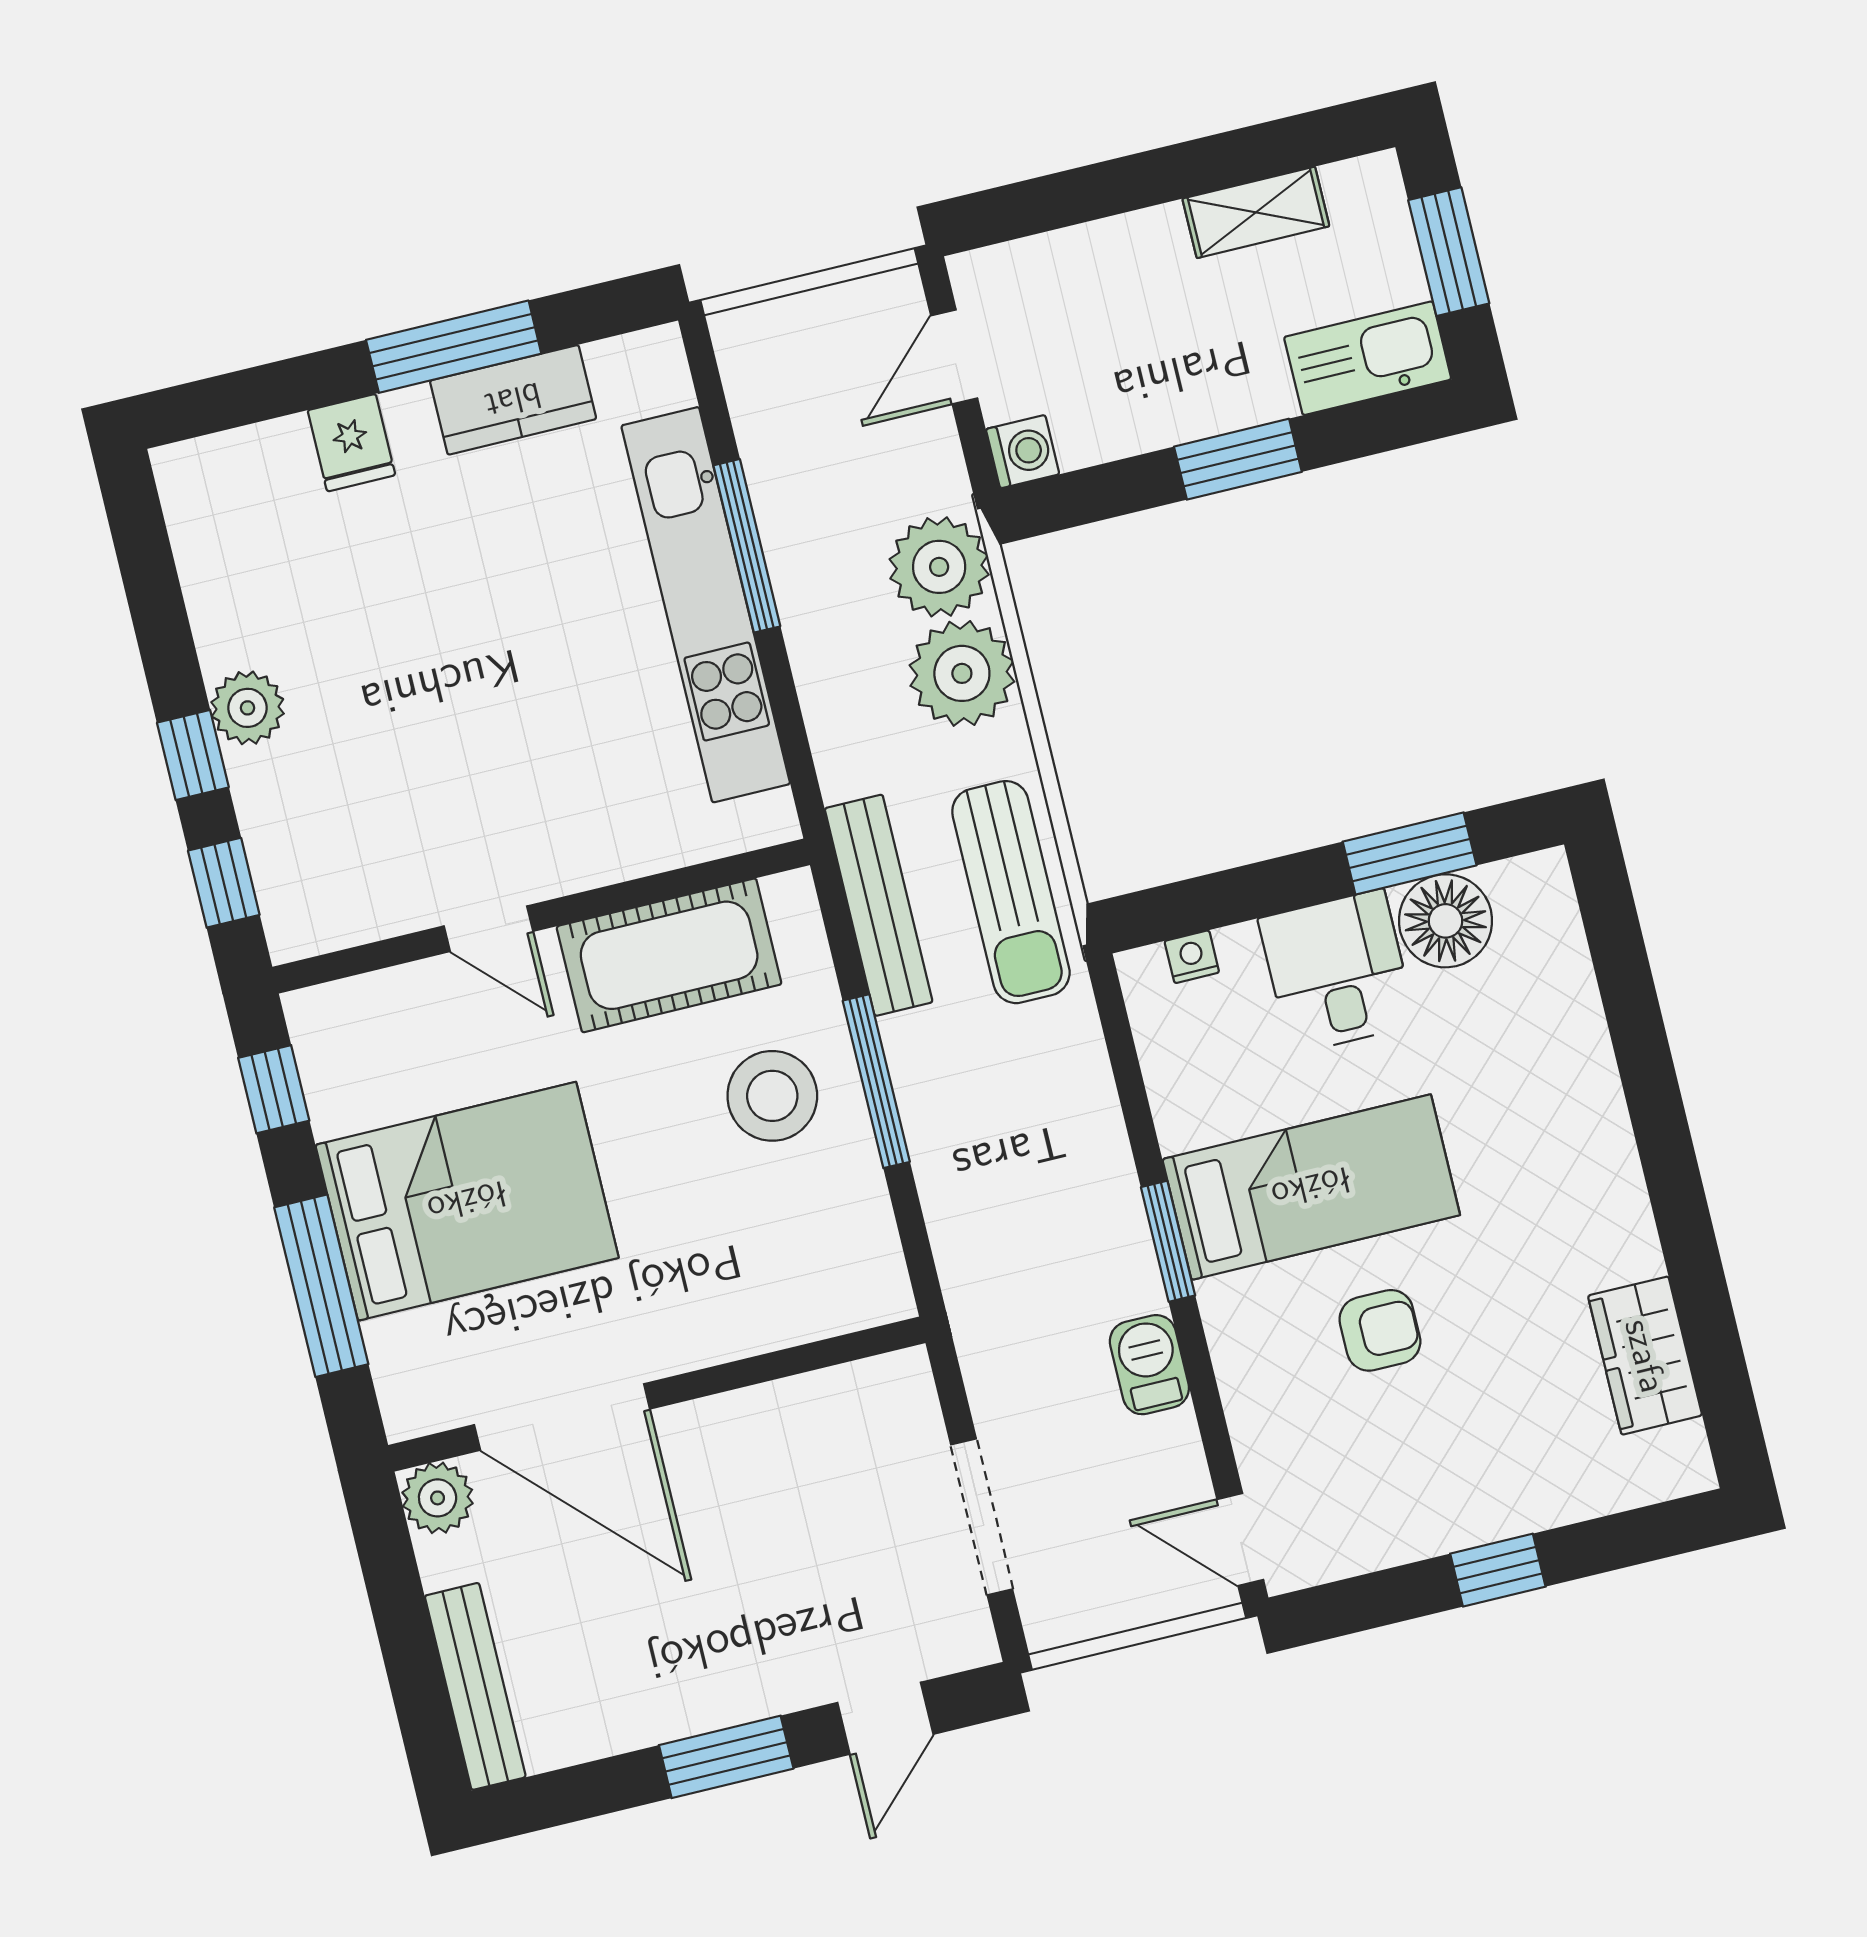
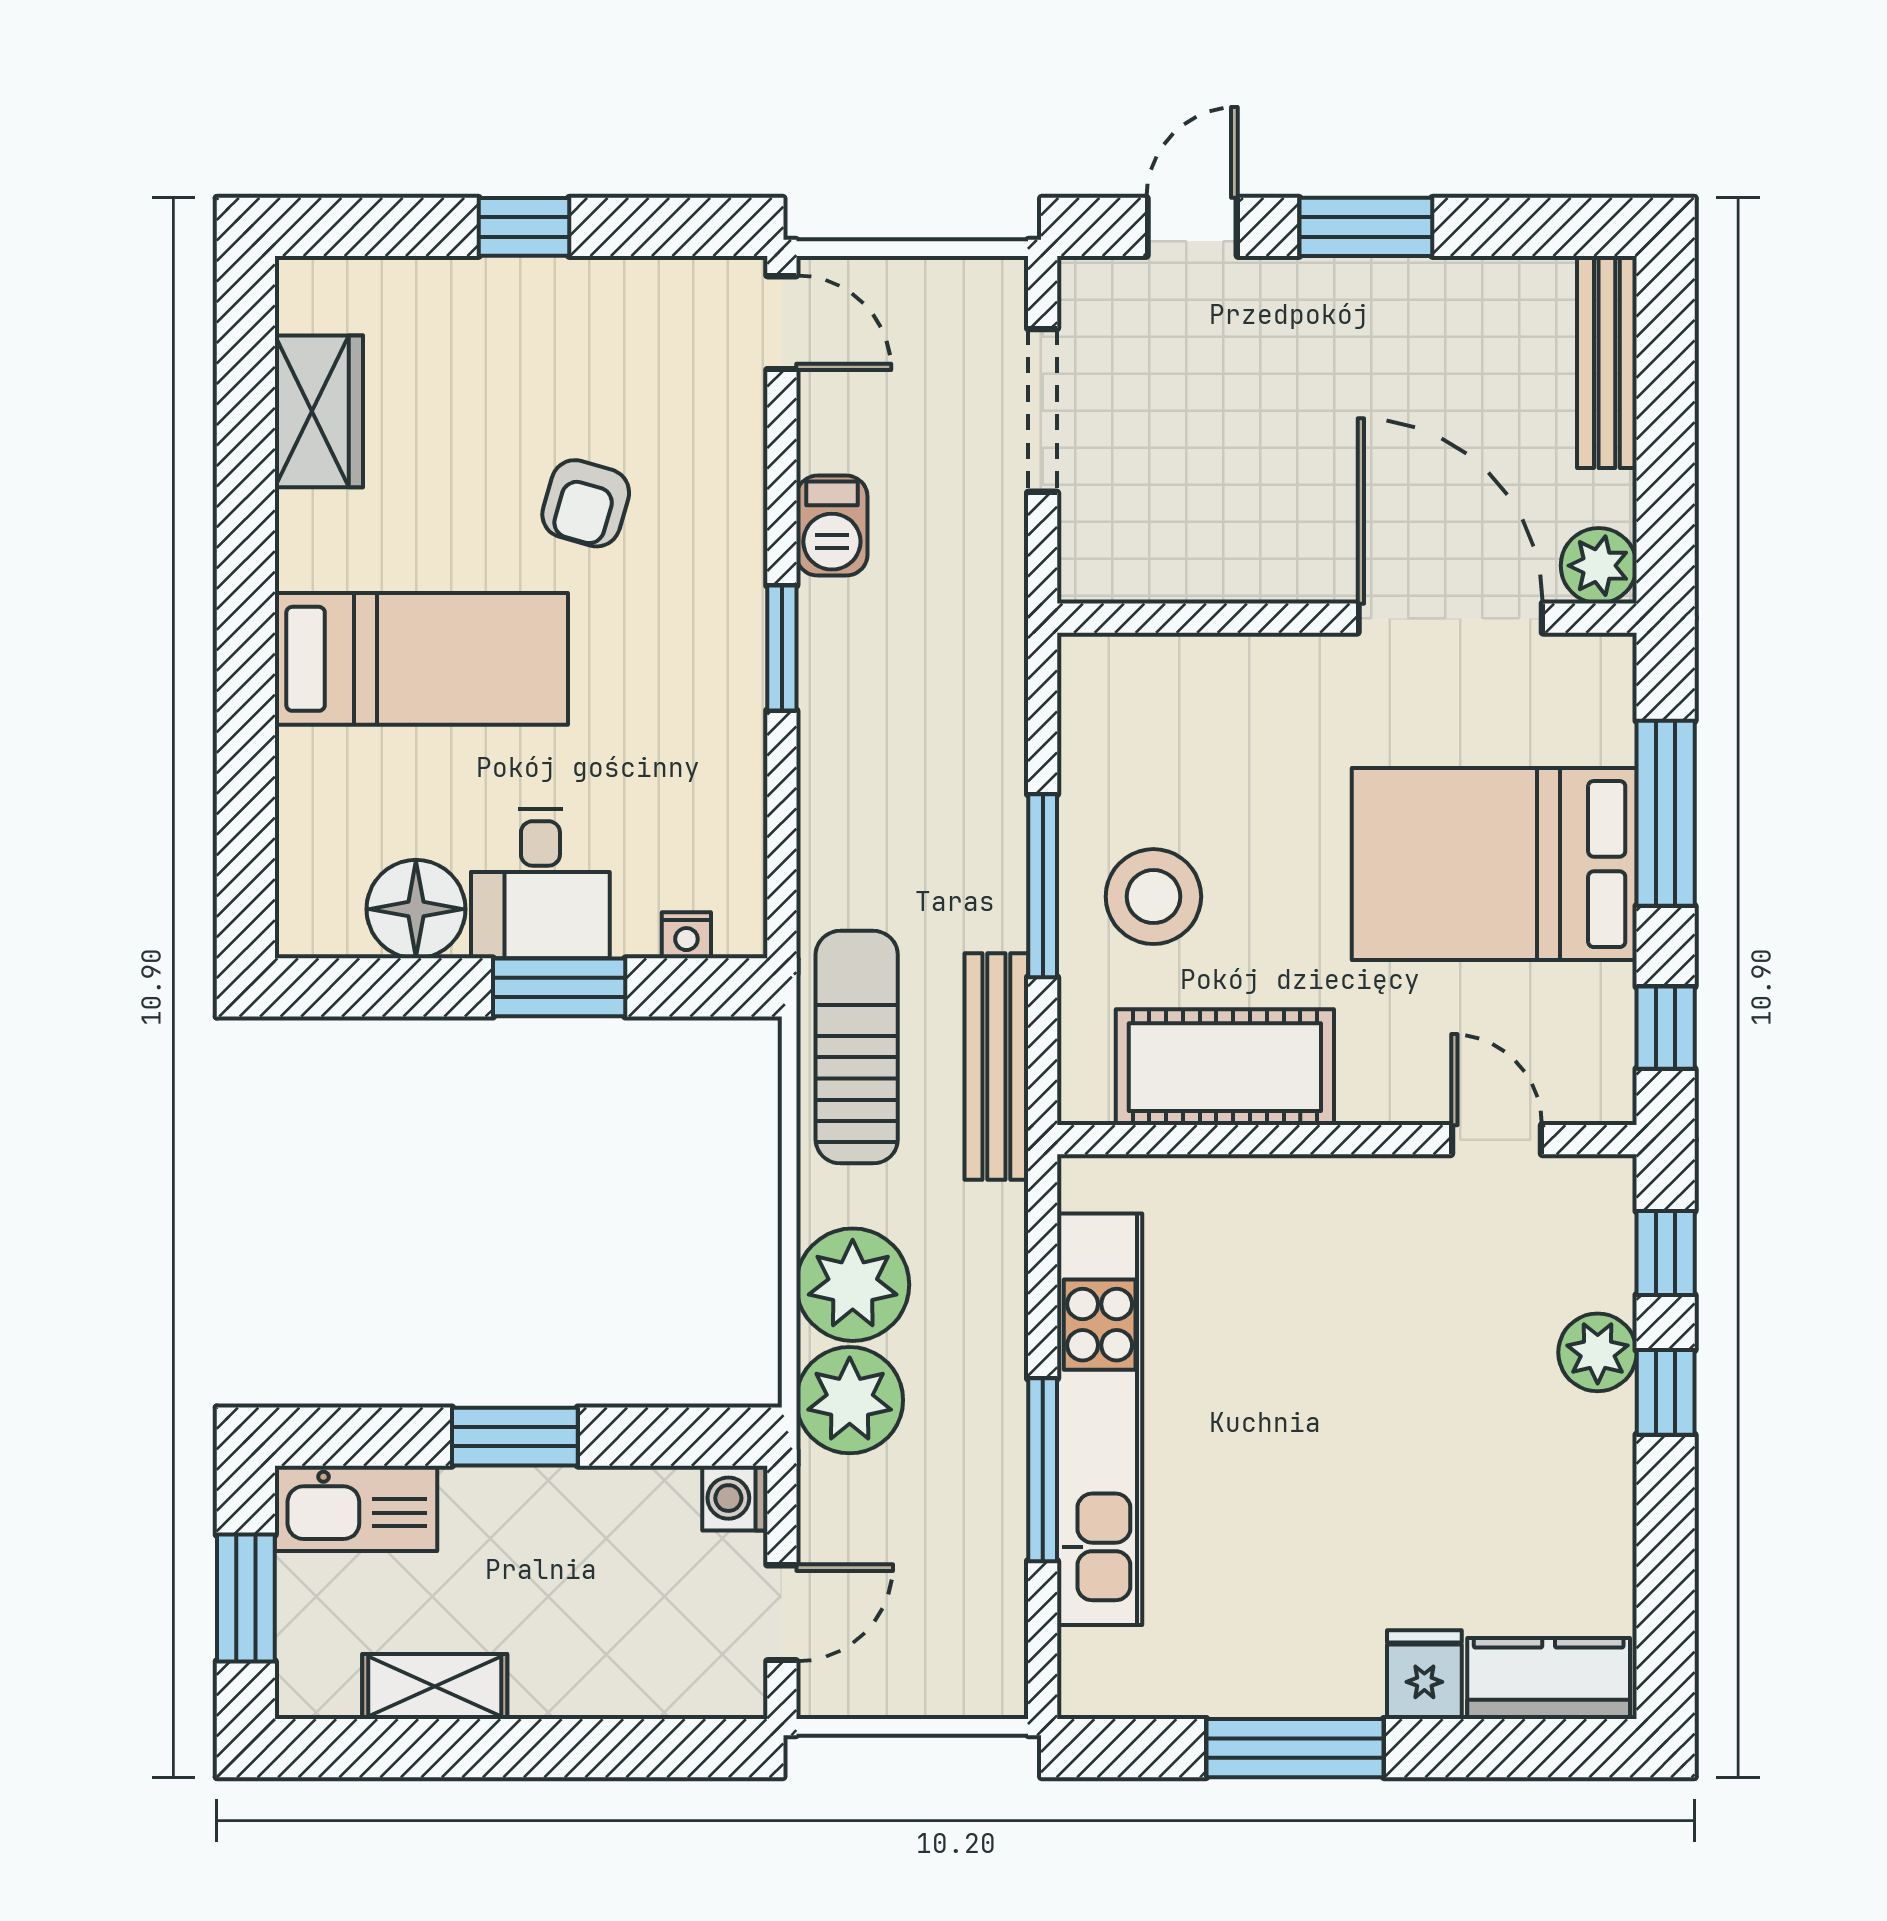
kitchen counter: (513, 400) -> (1549, 1678), moved
plant: (248, 708) -> (1598, 1352), moved
window: (1410, 853) -> (559, 987), moved
door: (489, 929) -> (1497, 1140), moved
bed: (1311, 1187) -> (421, 659), moved, turned 180
armchair: (1380, 1330) -> (586, 503), turned -74

